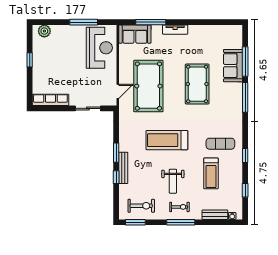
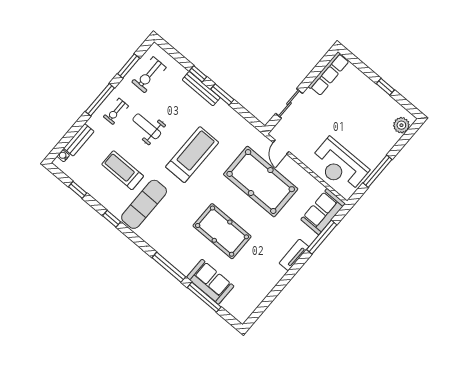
exercise mat: (220, 144) -> (144, 204), width x1.36, depth x1.45
window: (135, 222) -> (129, 66), moved

